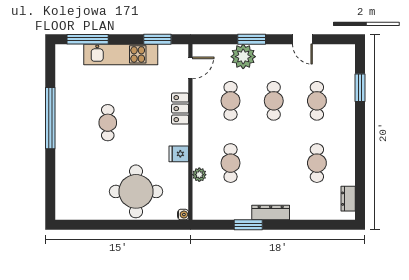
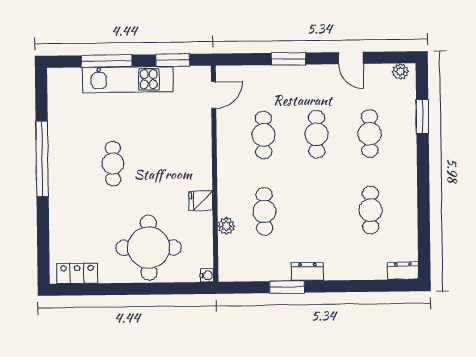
window: (88, 39) -> (107, 61), moved
plant: (243, 57) -> (400, 72), moved, width x0.53, depth x0.53
locker: (180, 109) -> (77, 273), moved, turned 90
dresser: (348, 199) -> (403, 271), moved, turned 90
dresser: (271, 213) -> (308, 272), width x0.70

